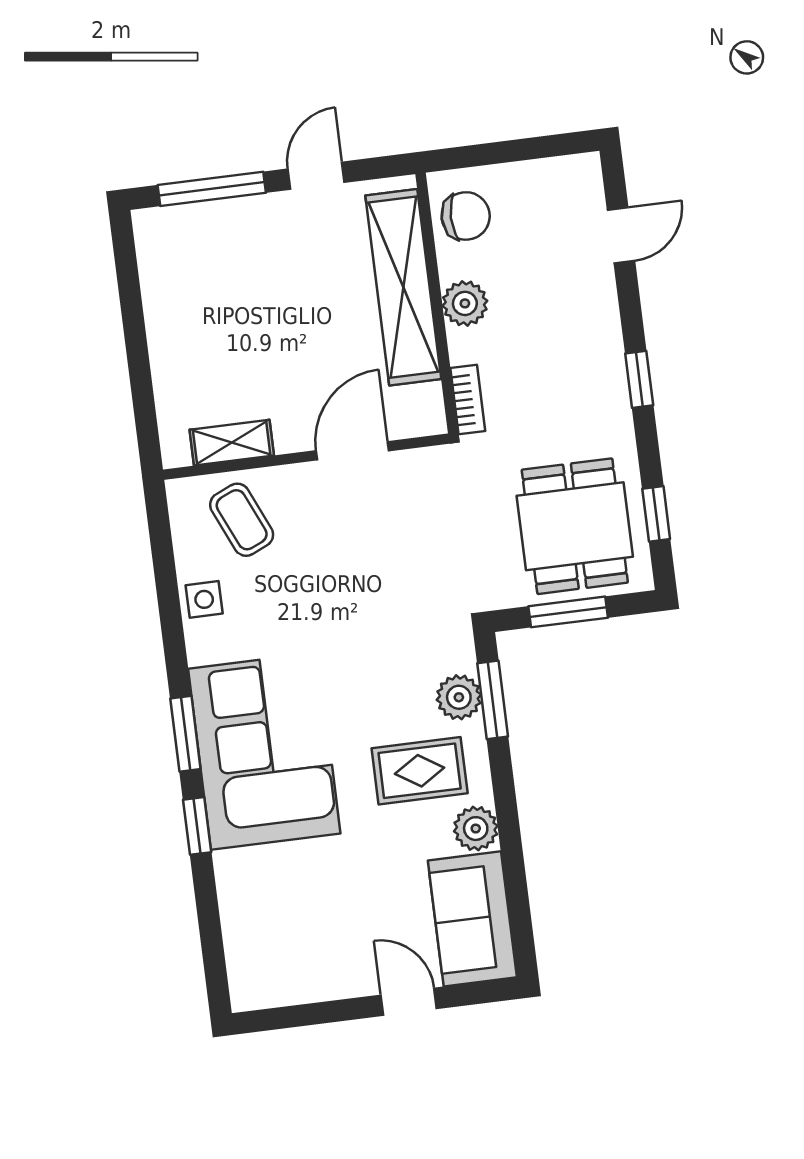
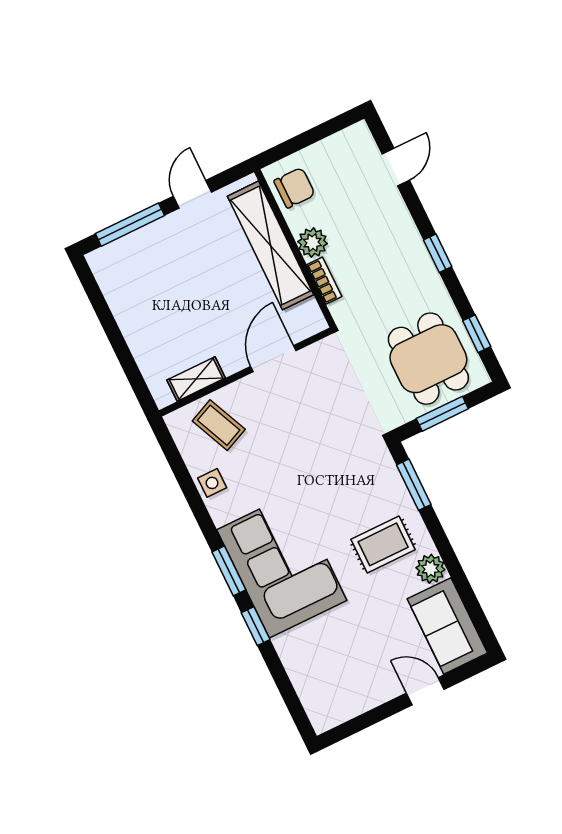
bookcase: (468, 399) -> (324, 281), moved
plant: (459, 697) -> (392, 490), removed

